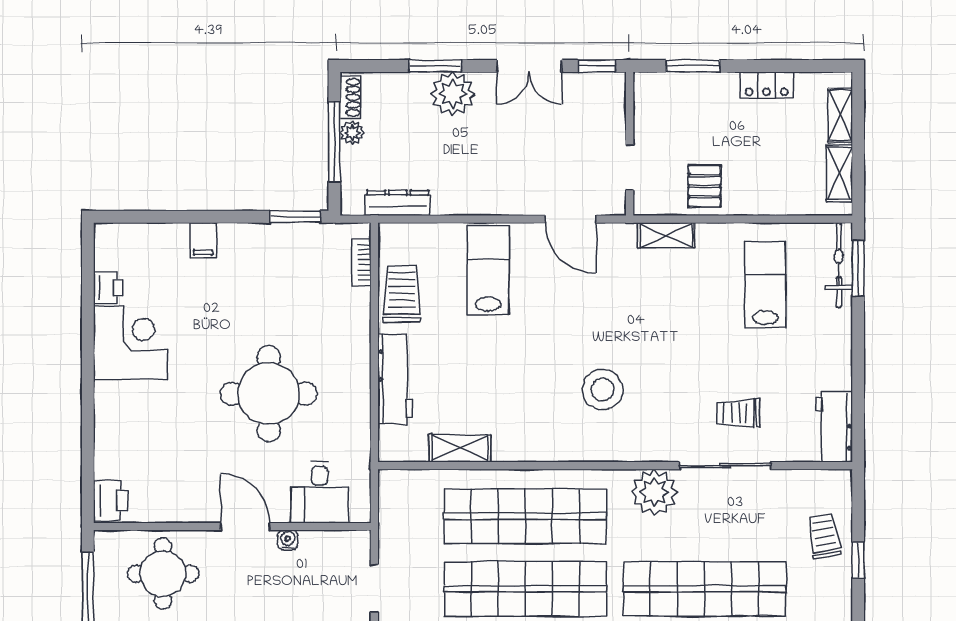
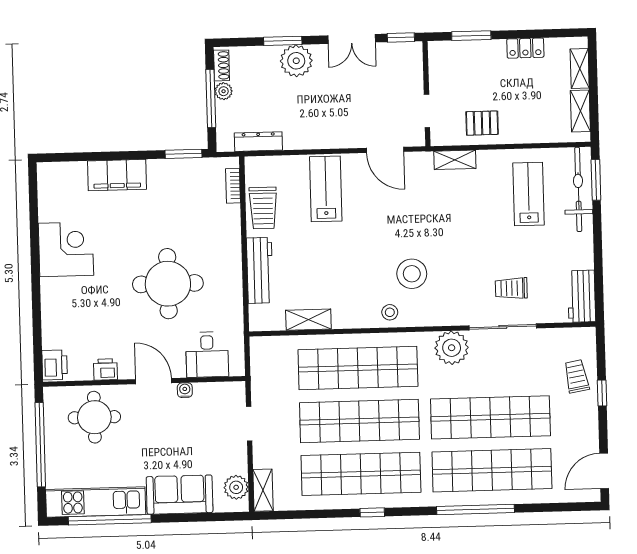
pallet: (704, 186) -> (482, 123), turned 90
filing cabinet: (203, 240) -> (117, 175), width x3.00, depth x1.17
bicycle: (839, 265) -> (578, 189), width x1.37, depth x1.40
printer: (108, 288) -> (105, 369), moved, turned -90
trolley: (402, 294) -> (263, 208), turned 180
stool: (571, 441) -> (390, 312), added

